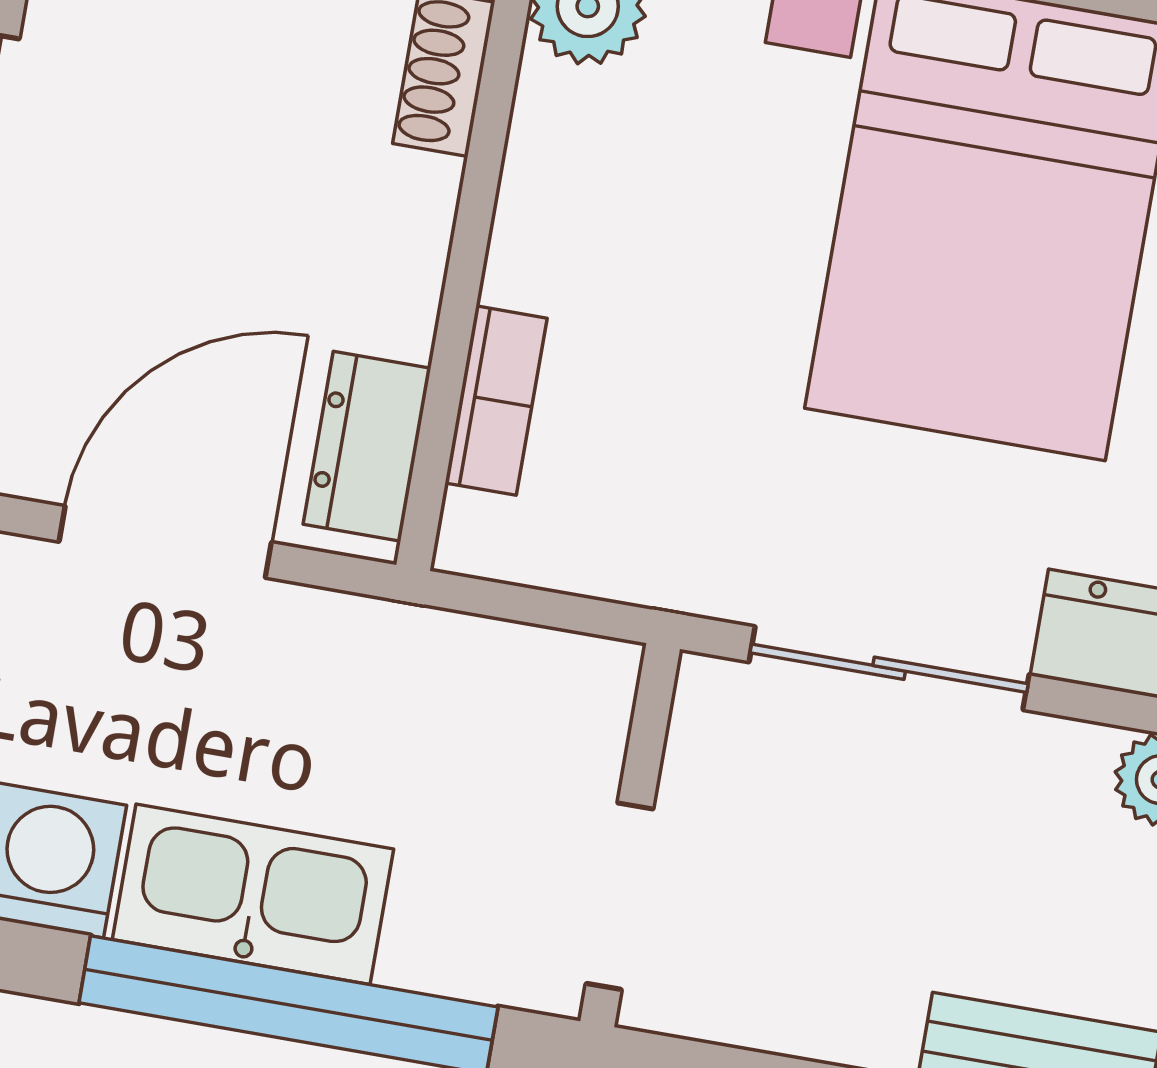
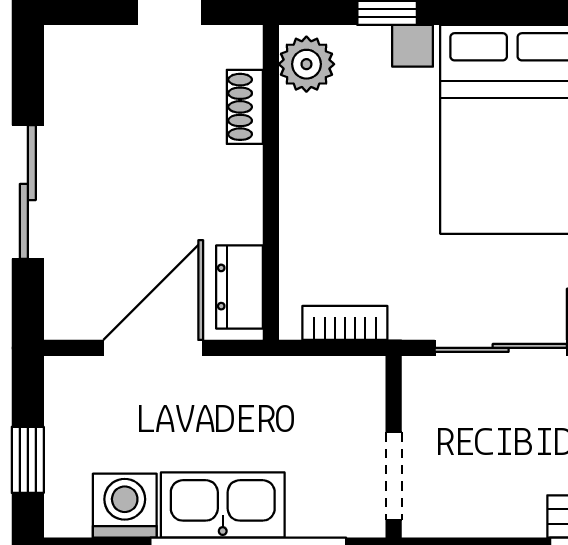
bookcase: (496, 401) -> (345, 323), moved, turned -90

